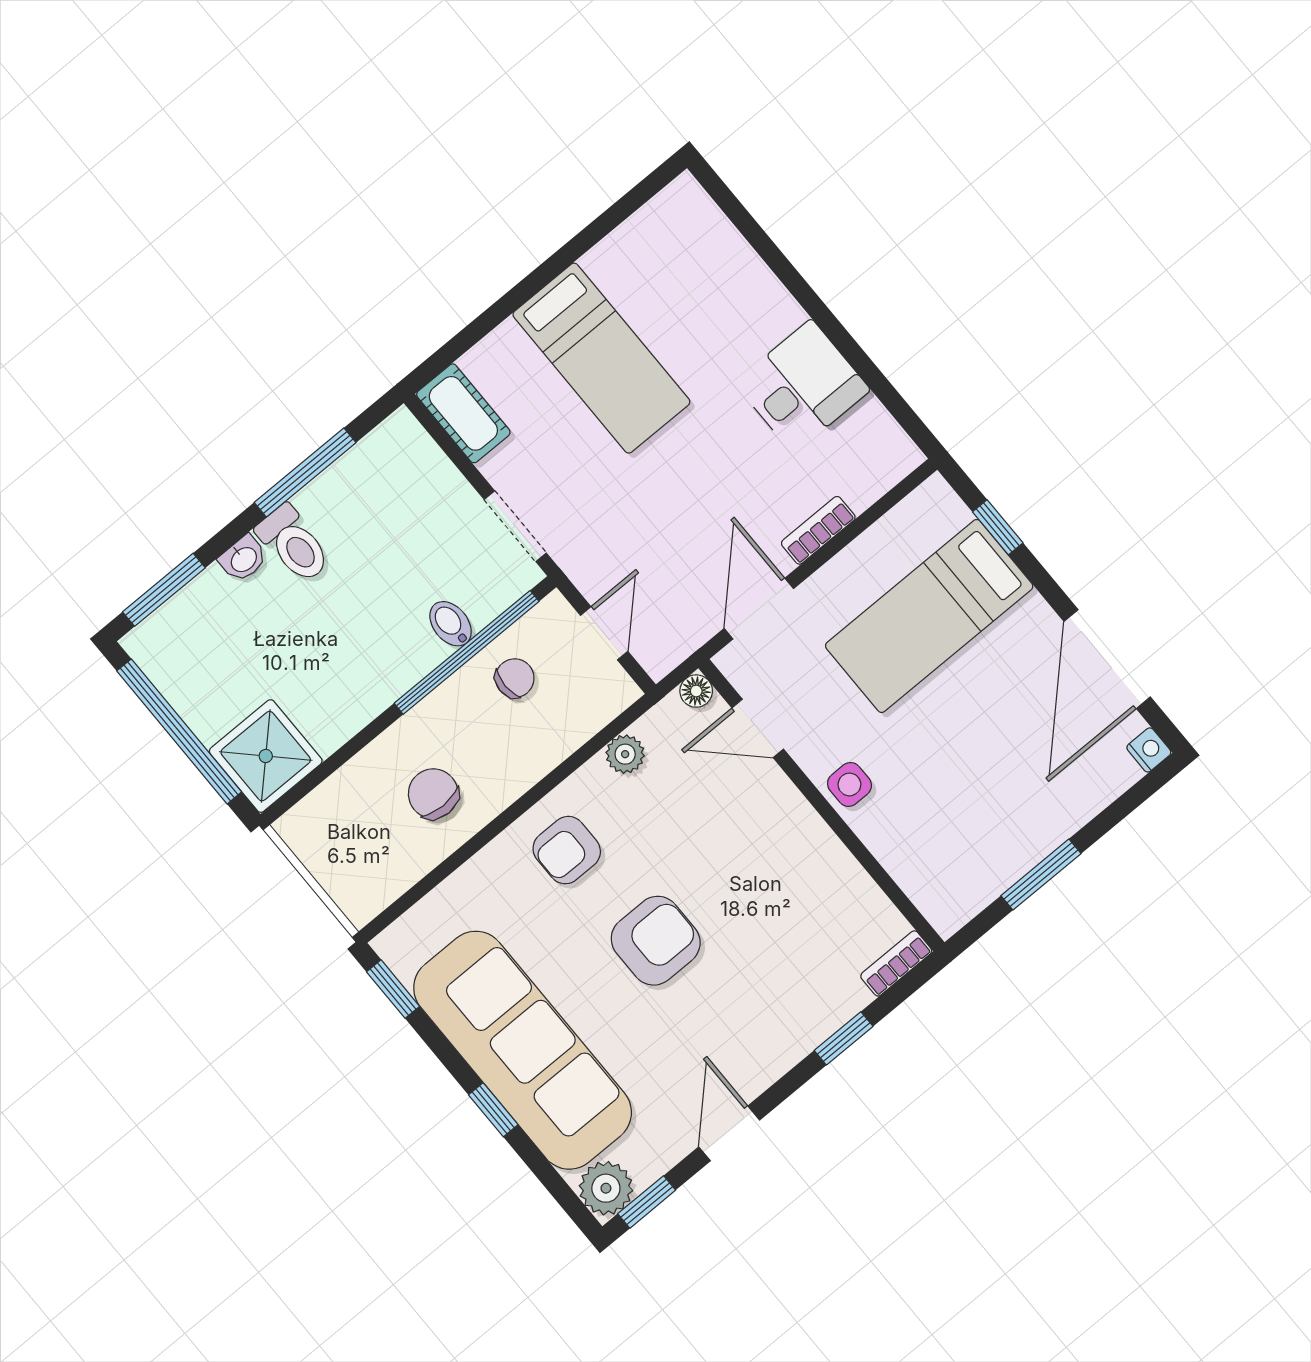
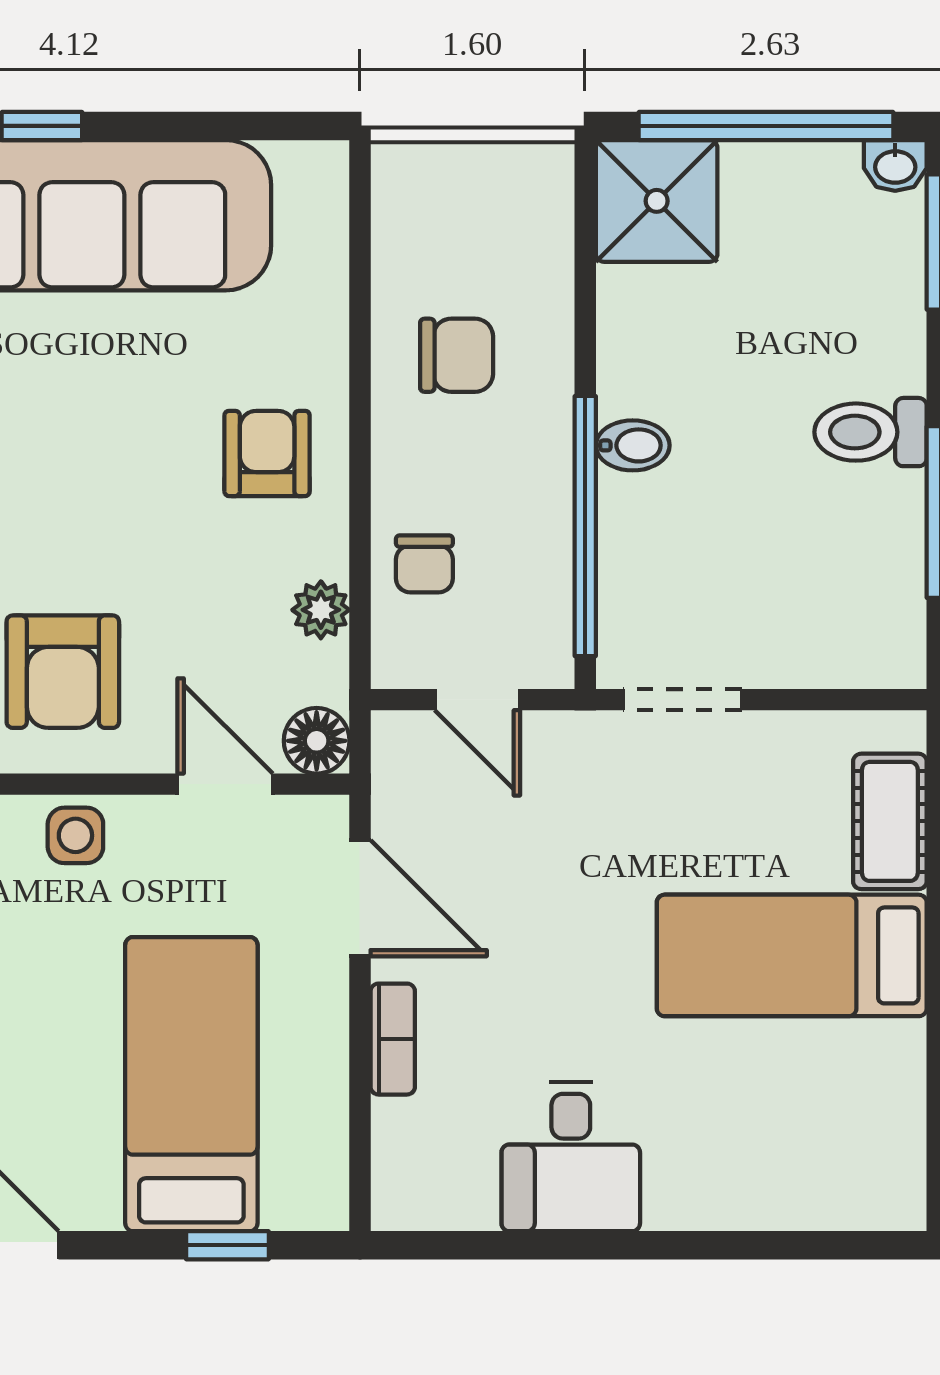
cot: (463, 413) -> (890, 821), moved, turned 90
washbasin: (243, 559) -> (895, 165), moved, turned -90
bidet: (451, 624) -> (633, 445), moved
chair: (515, 678) -> (424, 564), moved
floor lamp: (696, 691) -> (317, 741), width x1.37, depth x1.37
door: (758, 728) -> (225, 784), hinge flipped
armchair: (656, 941) -> (63, 672), moved
window: (393, 989) -> (273, 126), removed

